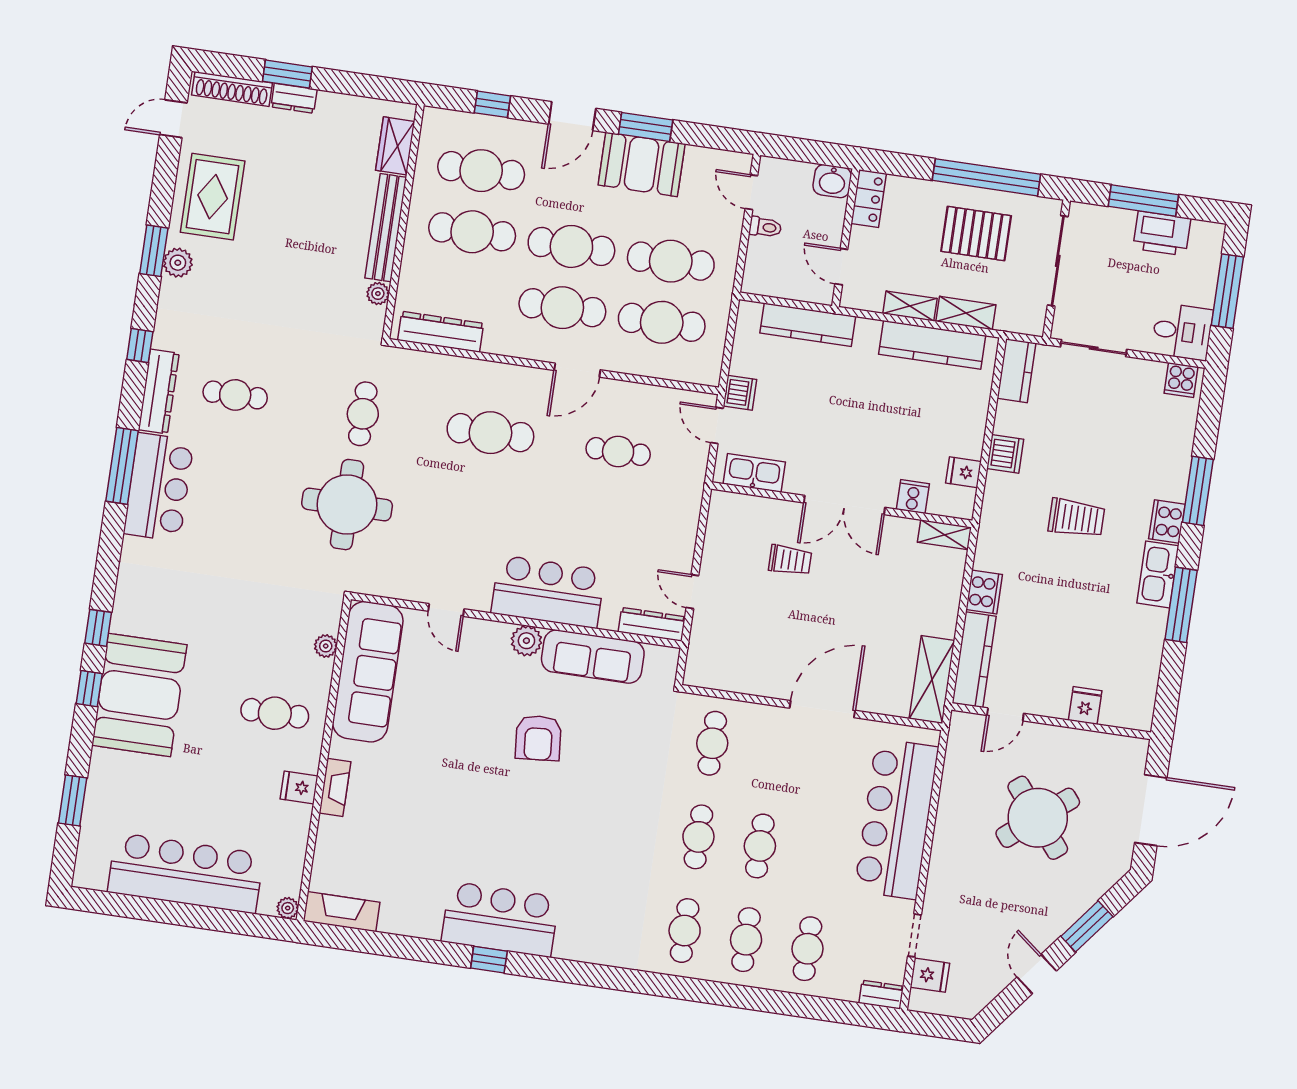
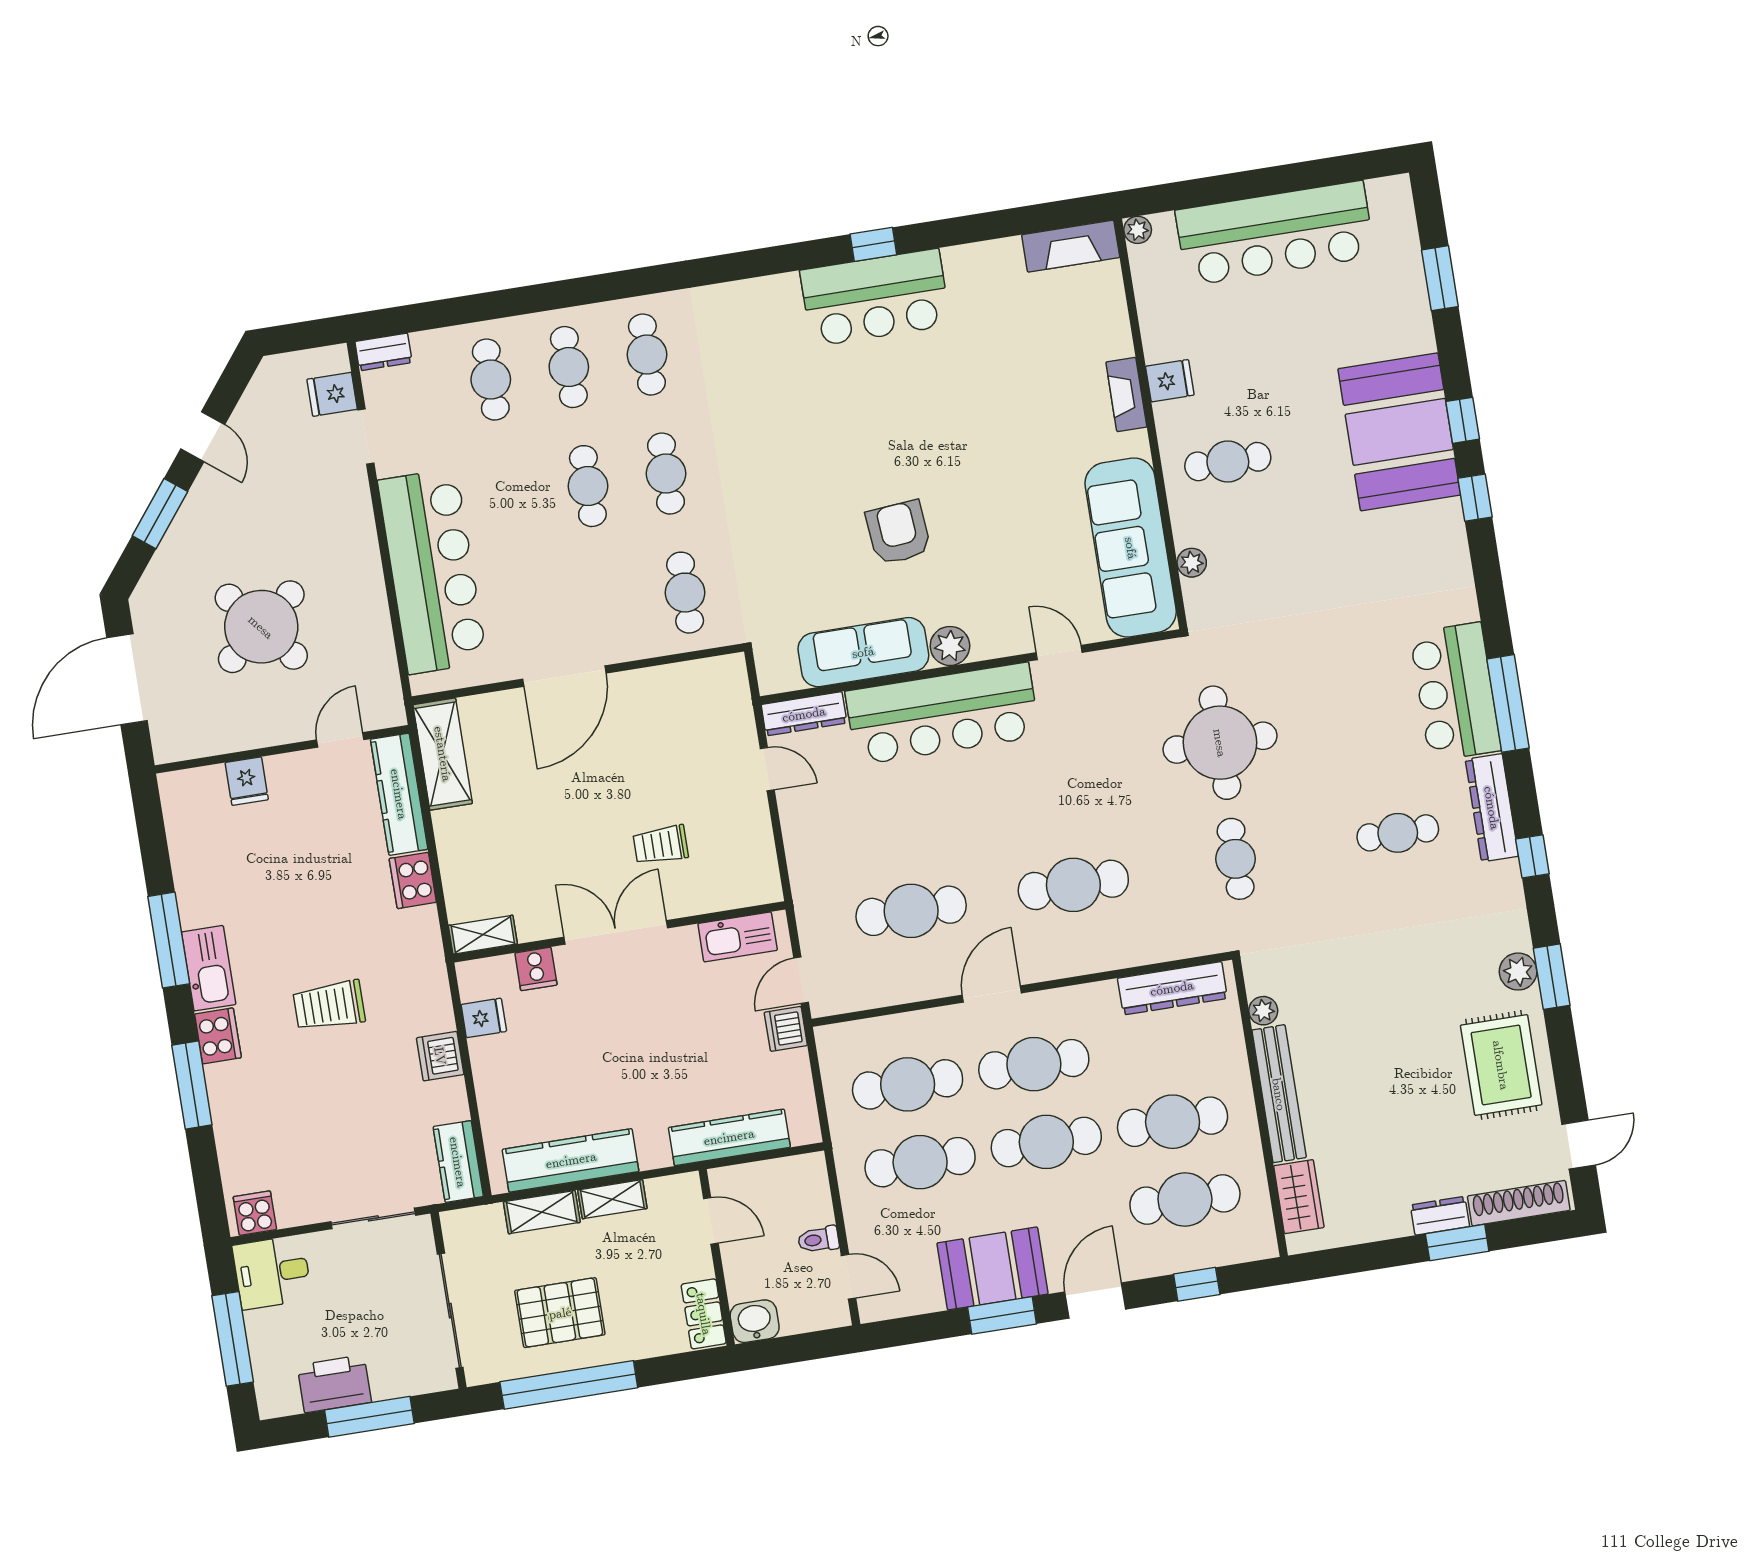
door: (717, 425) -> (801, 980), swing flipped
cafe table: (618, 451) -> (911, 911), width x1.37, depth x1.35
bar counter: (548, 592) -> (943, 714), width x1.36

